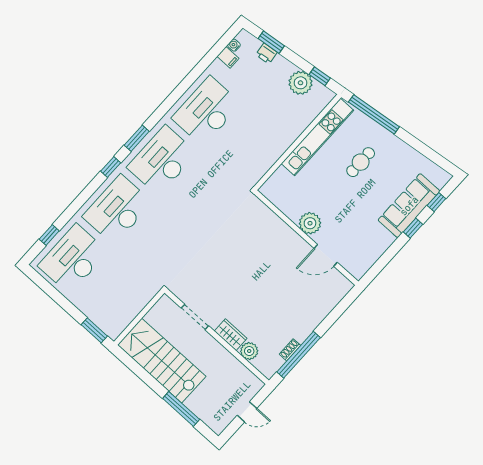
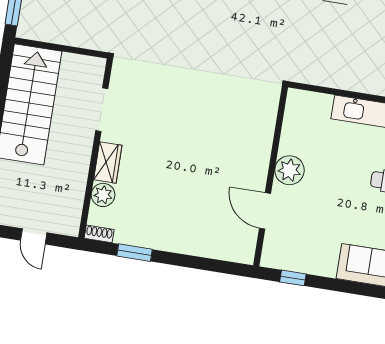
window: (413, 228) -> (293, 278), moved
shoe rack: (290, 350) -> (99, 234), moved
window: (299, 355) -> (135, 253), width x0.47

